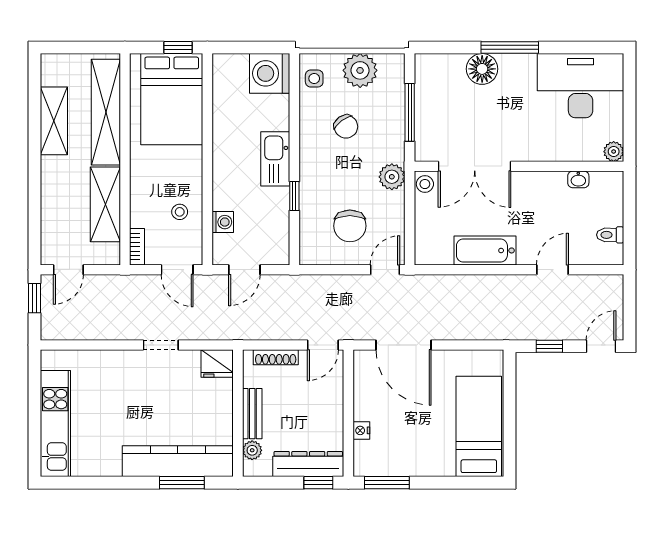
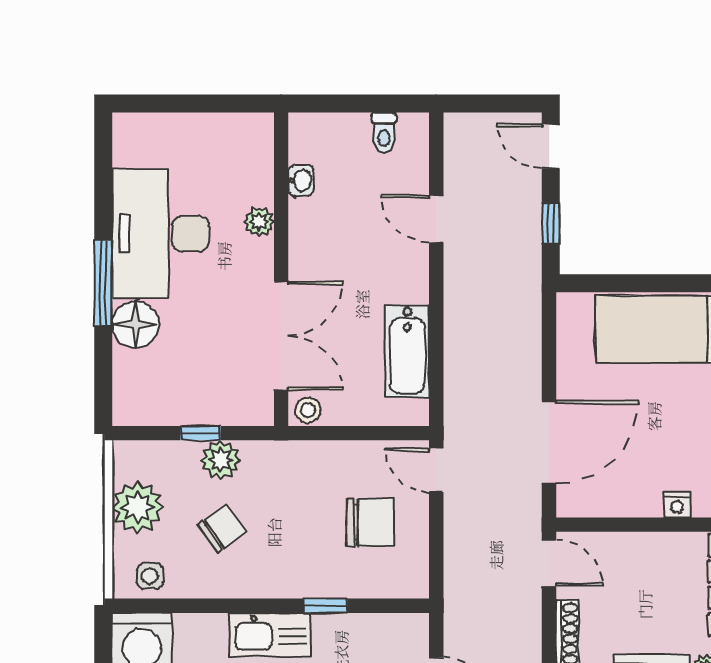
desk: (581, 86) -> (160, 234), moved
window: (410, 112) -> (200, 433), width x0.46
plant: (614, 152) -> (259, 222), moved
plant: (392, 177) -> (221, 460), moved
bathtub: (485, 250) -> (407, 351), moved

